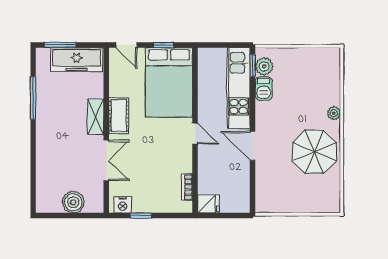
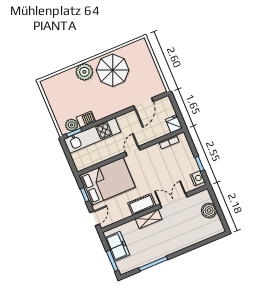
freezer: (77, 60) -> (117, 246), width x0.71
plant: (334, 113) -> (84, 72), width x1.87, depth x1.87
door: (253, 146) -> (143, 104), moved

